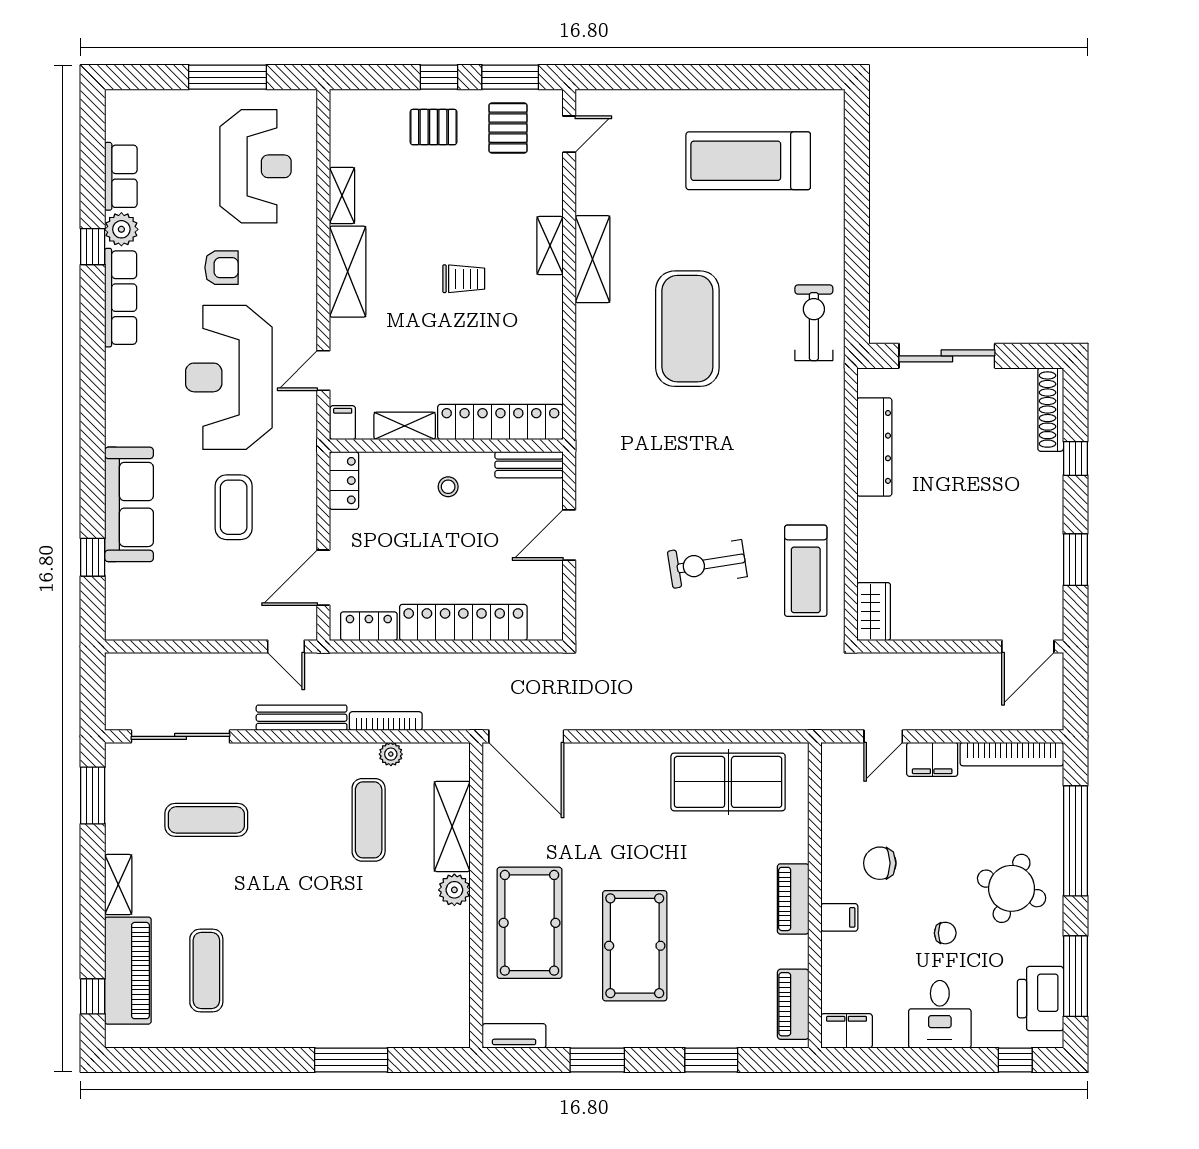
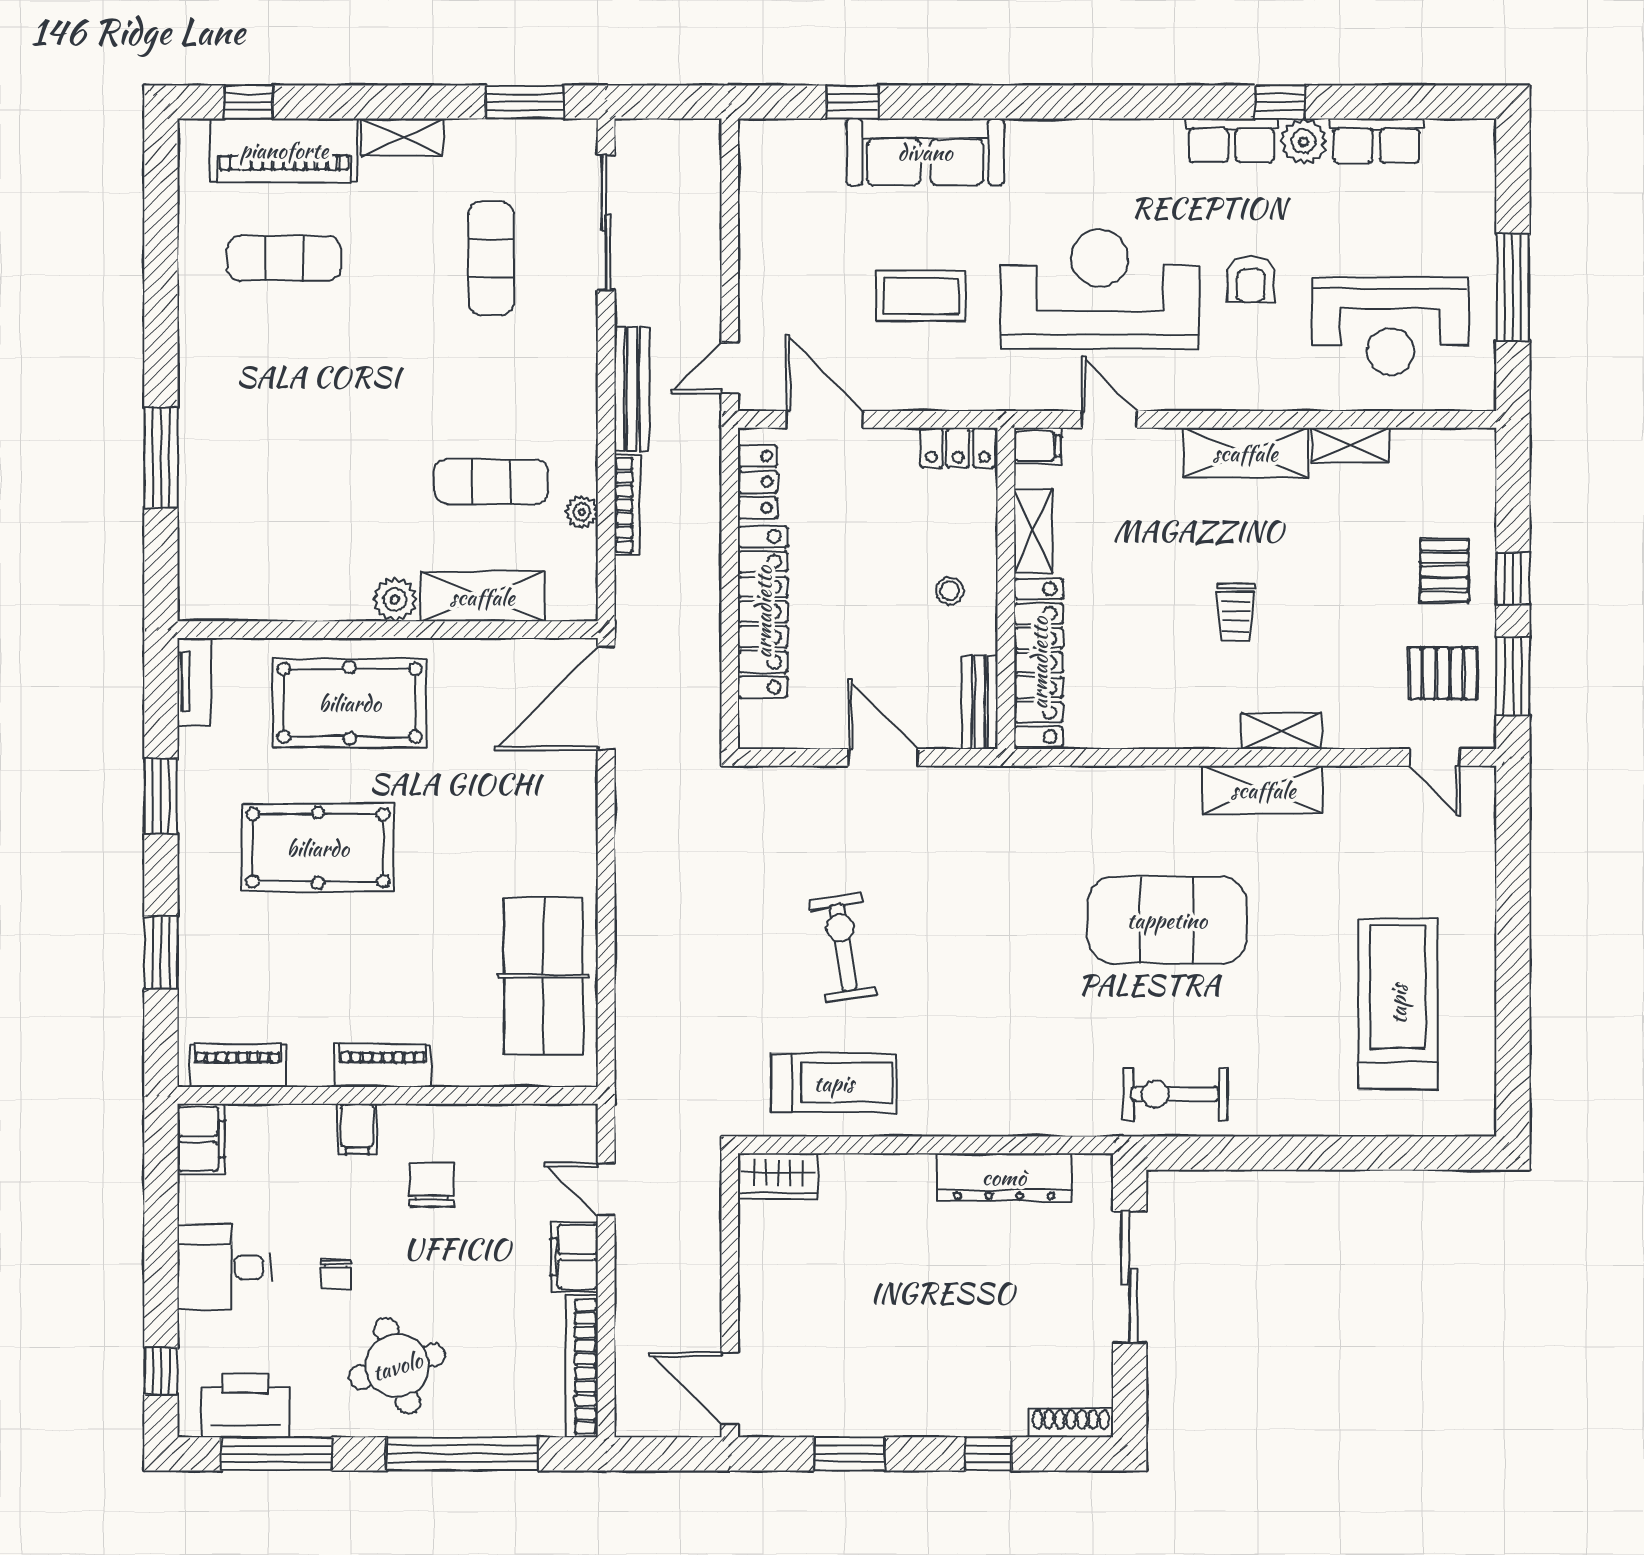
row of seats: (121, 298) -> (1232, 140), width x0.68
exercise bike: (814, 323) -> (1175, 1094), turned 180
shoe rack: (1051, 410) -> (1071, 1423), width x0.74, depth x0.81
treadmill: (806, 571) -> (834, 1083), turned 180
round table: (1012, 888) -> (397, 1366), turned -38

